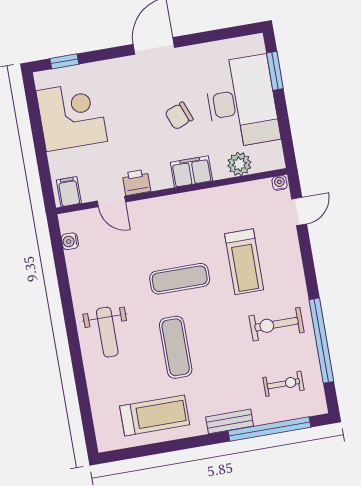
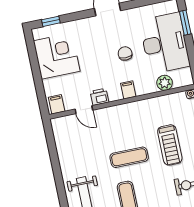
chair: (179, 116) -> (125, 53), turned 111
filing cabinet: (191, 171) -> (128, 90), width x0.50
water cooler: (70, 241) -> (58, 136), removed

